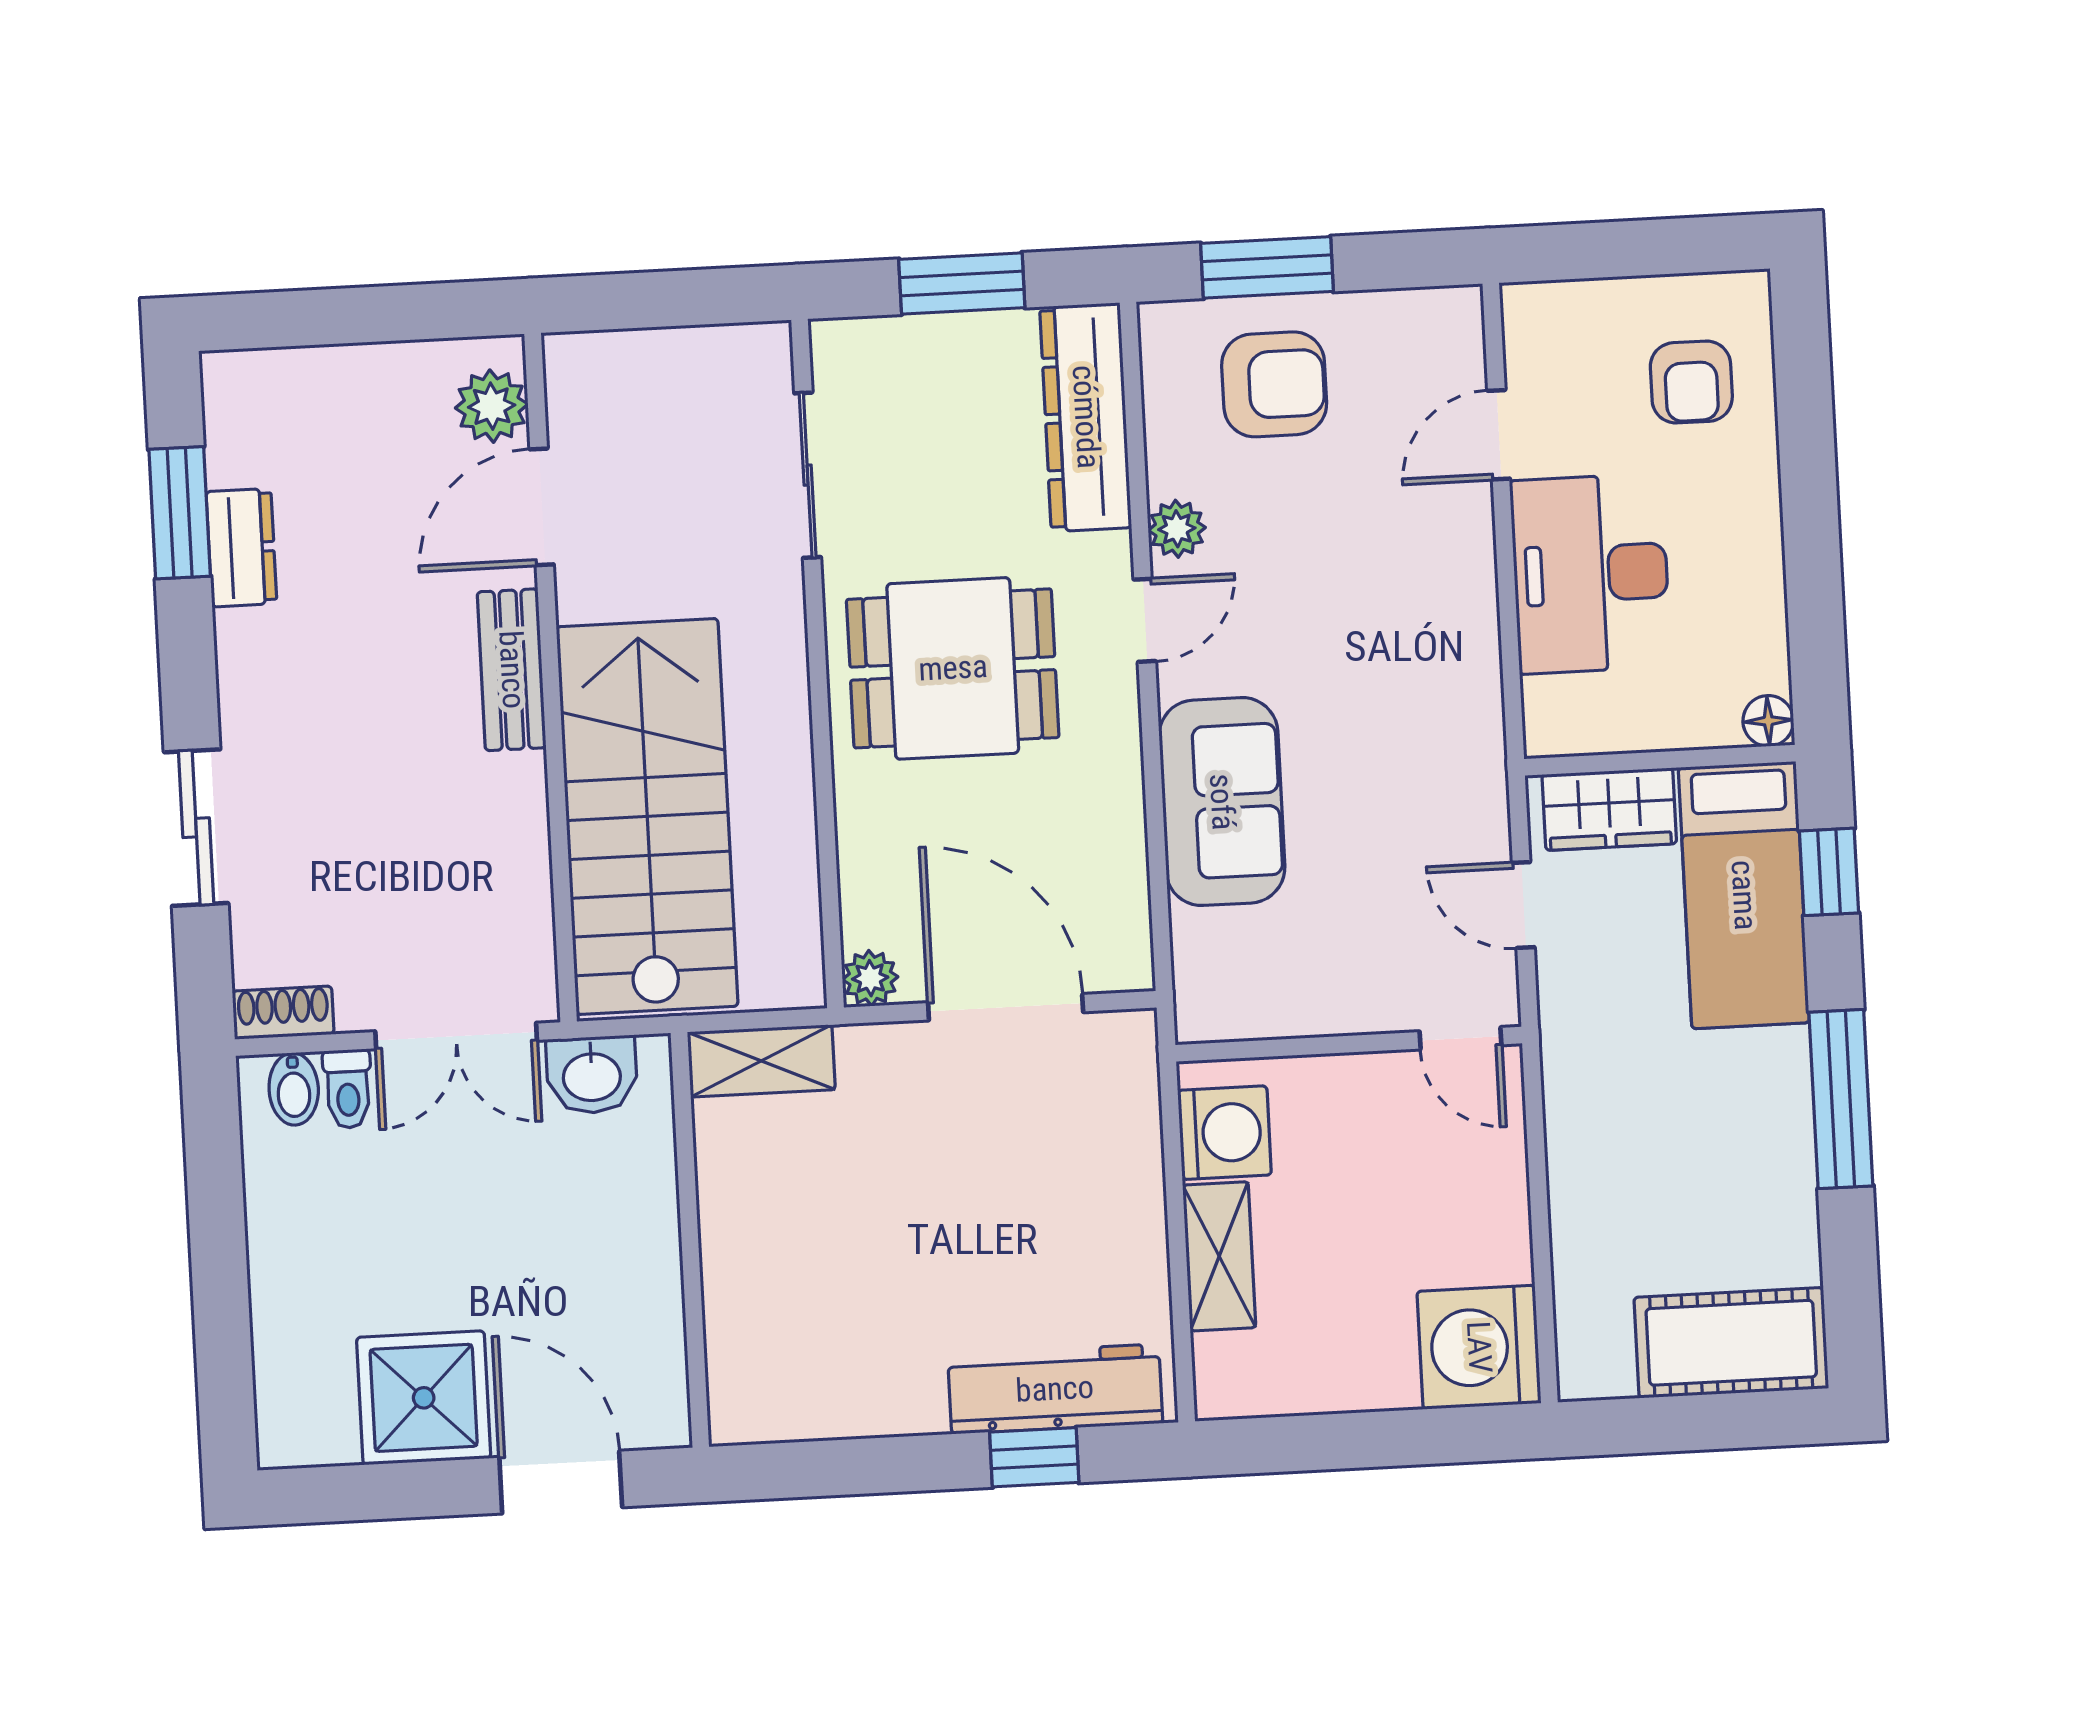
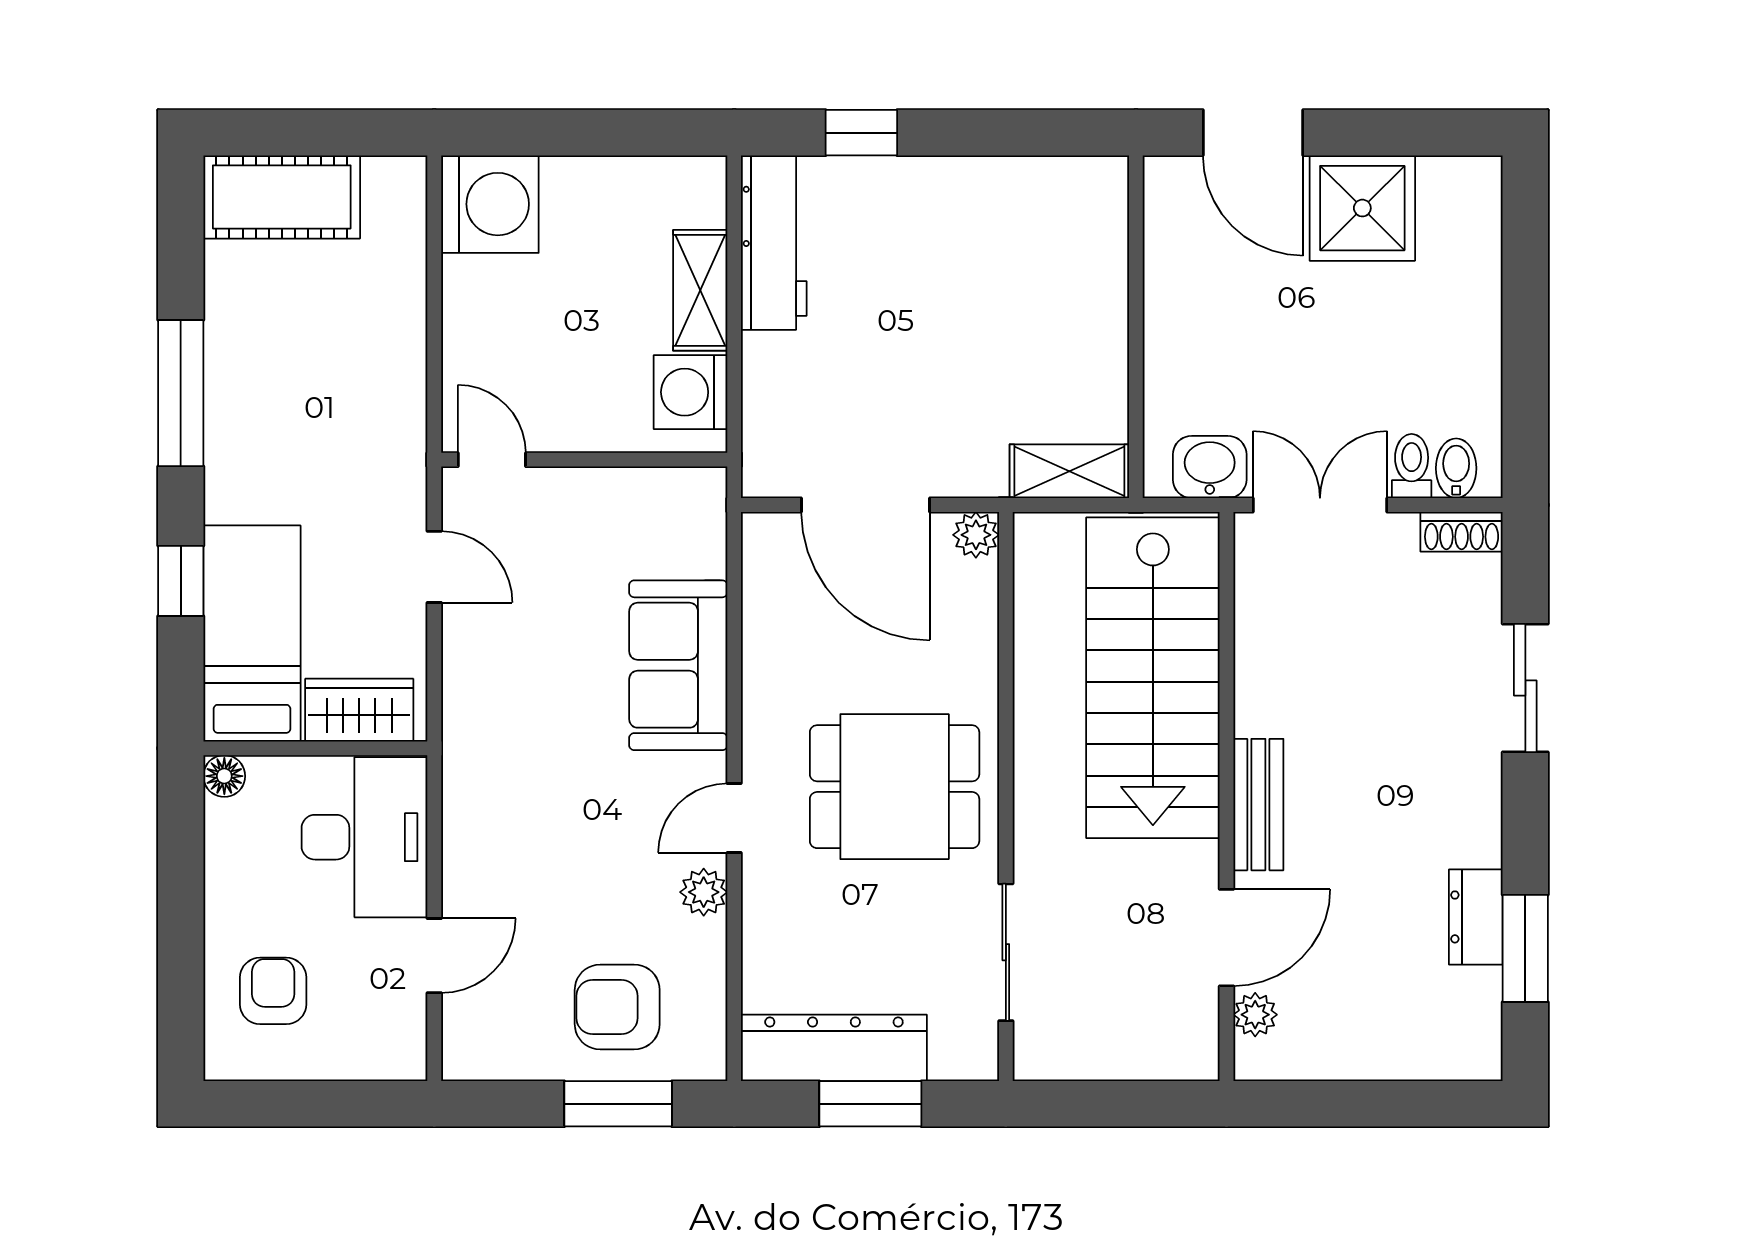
plant: (492, 406) -> (1255, 1015), width x0.73, depth x0.73
dresser: (1086, 417) -> (834, 1048), moved, turned -90
floor lamp: (1768, 721) -> (224, 776), moved
wall: (1660, 760) -> (315, 748), moved
wardrobe: (1609, 809) -> (359, 710), moved
bed: (1744, 895) -> (252, 633), moved
workbench: (1055, 1389) -> (774, 243), moved, turned -90

